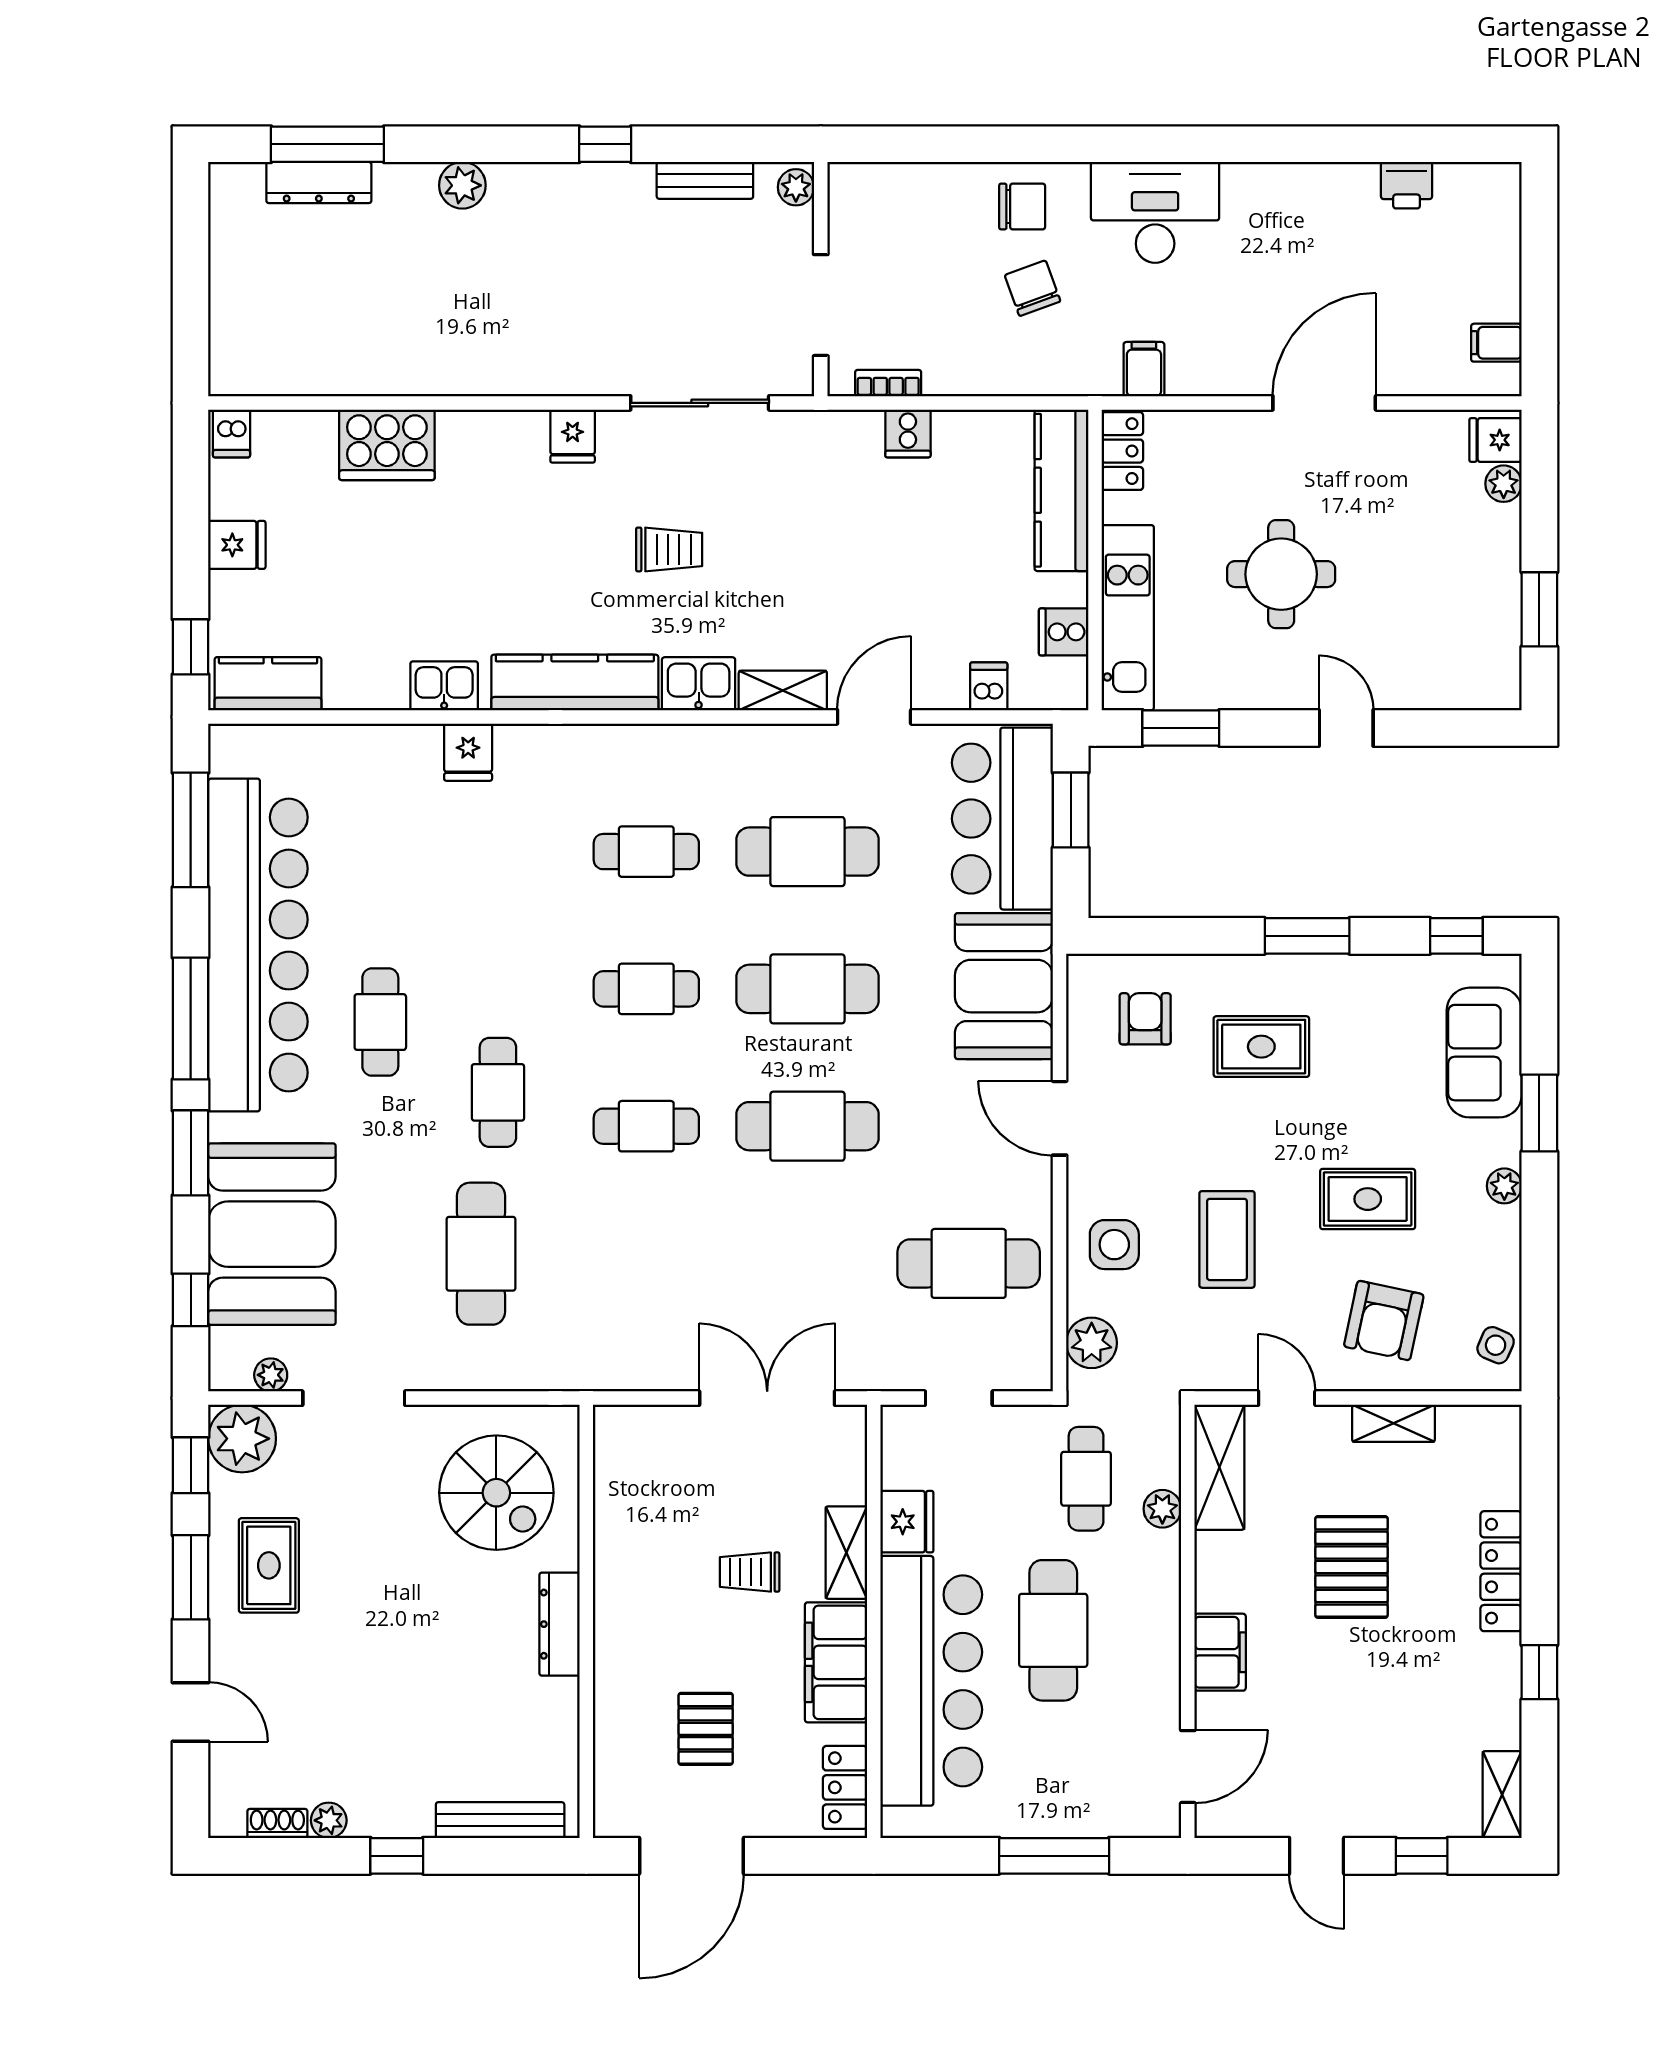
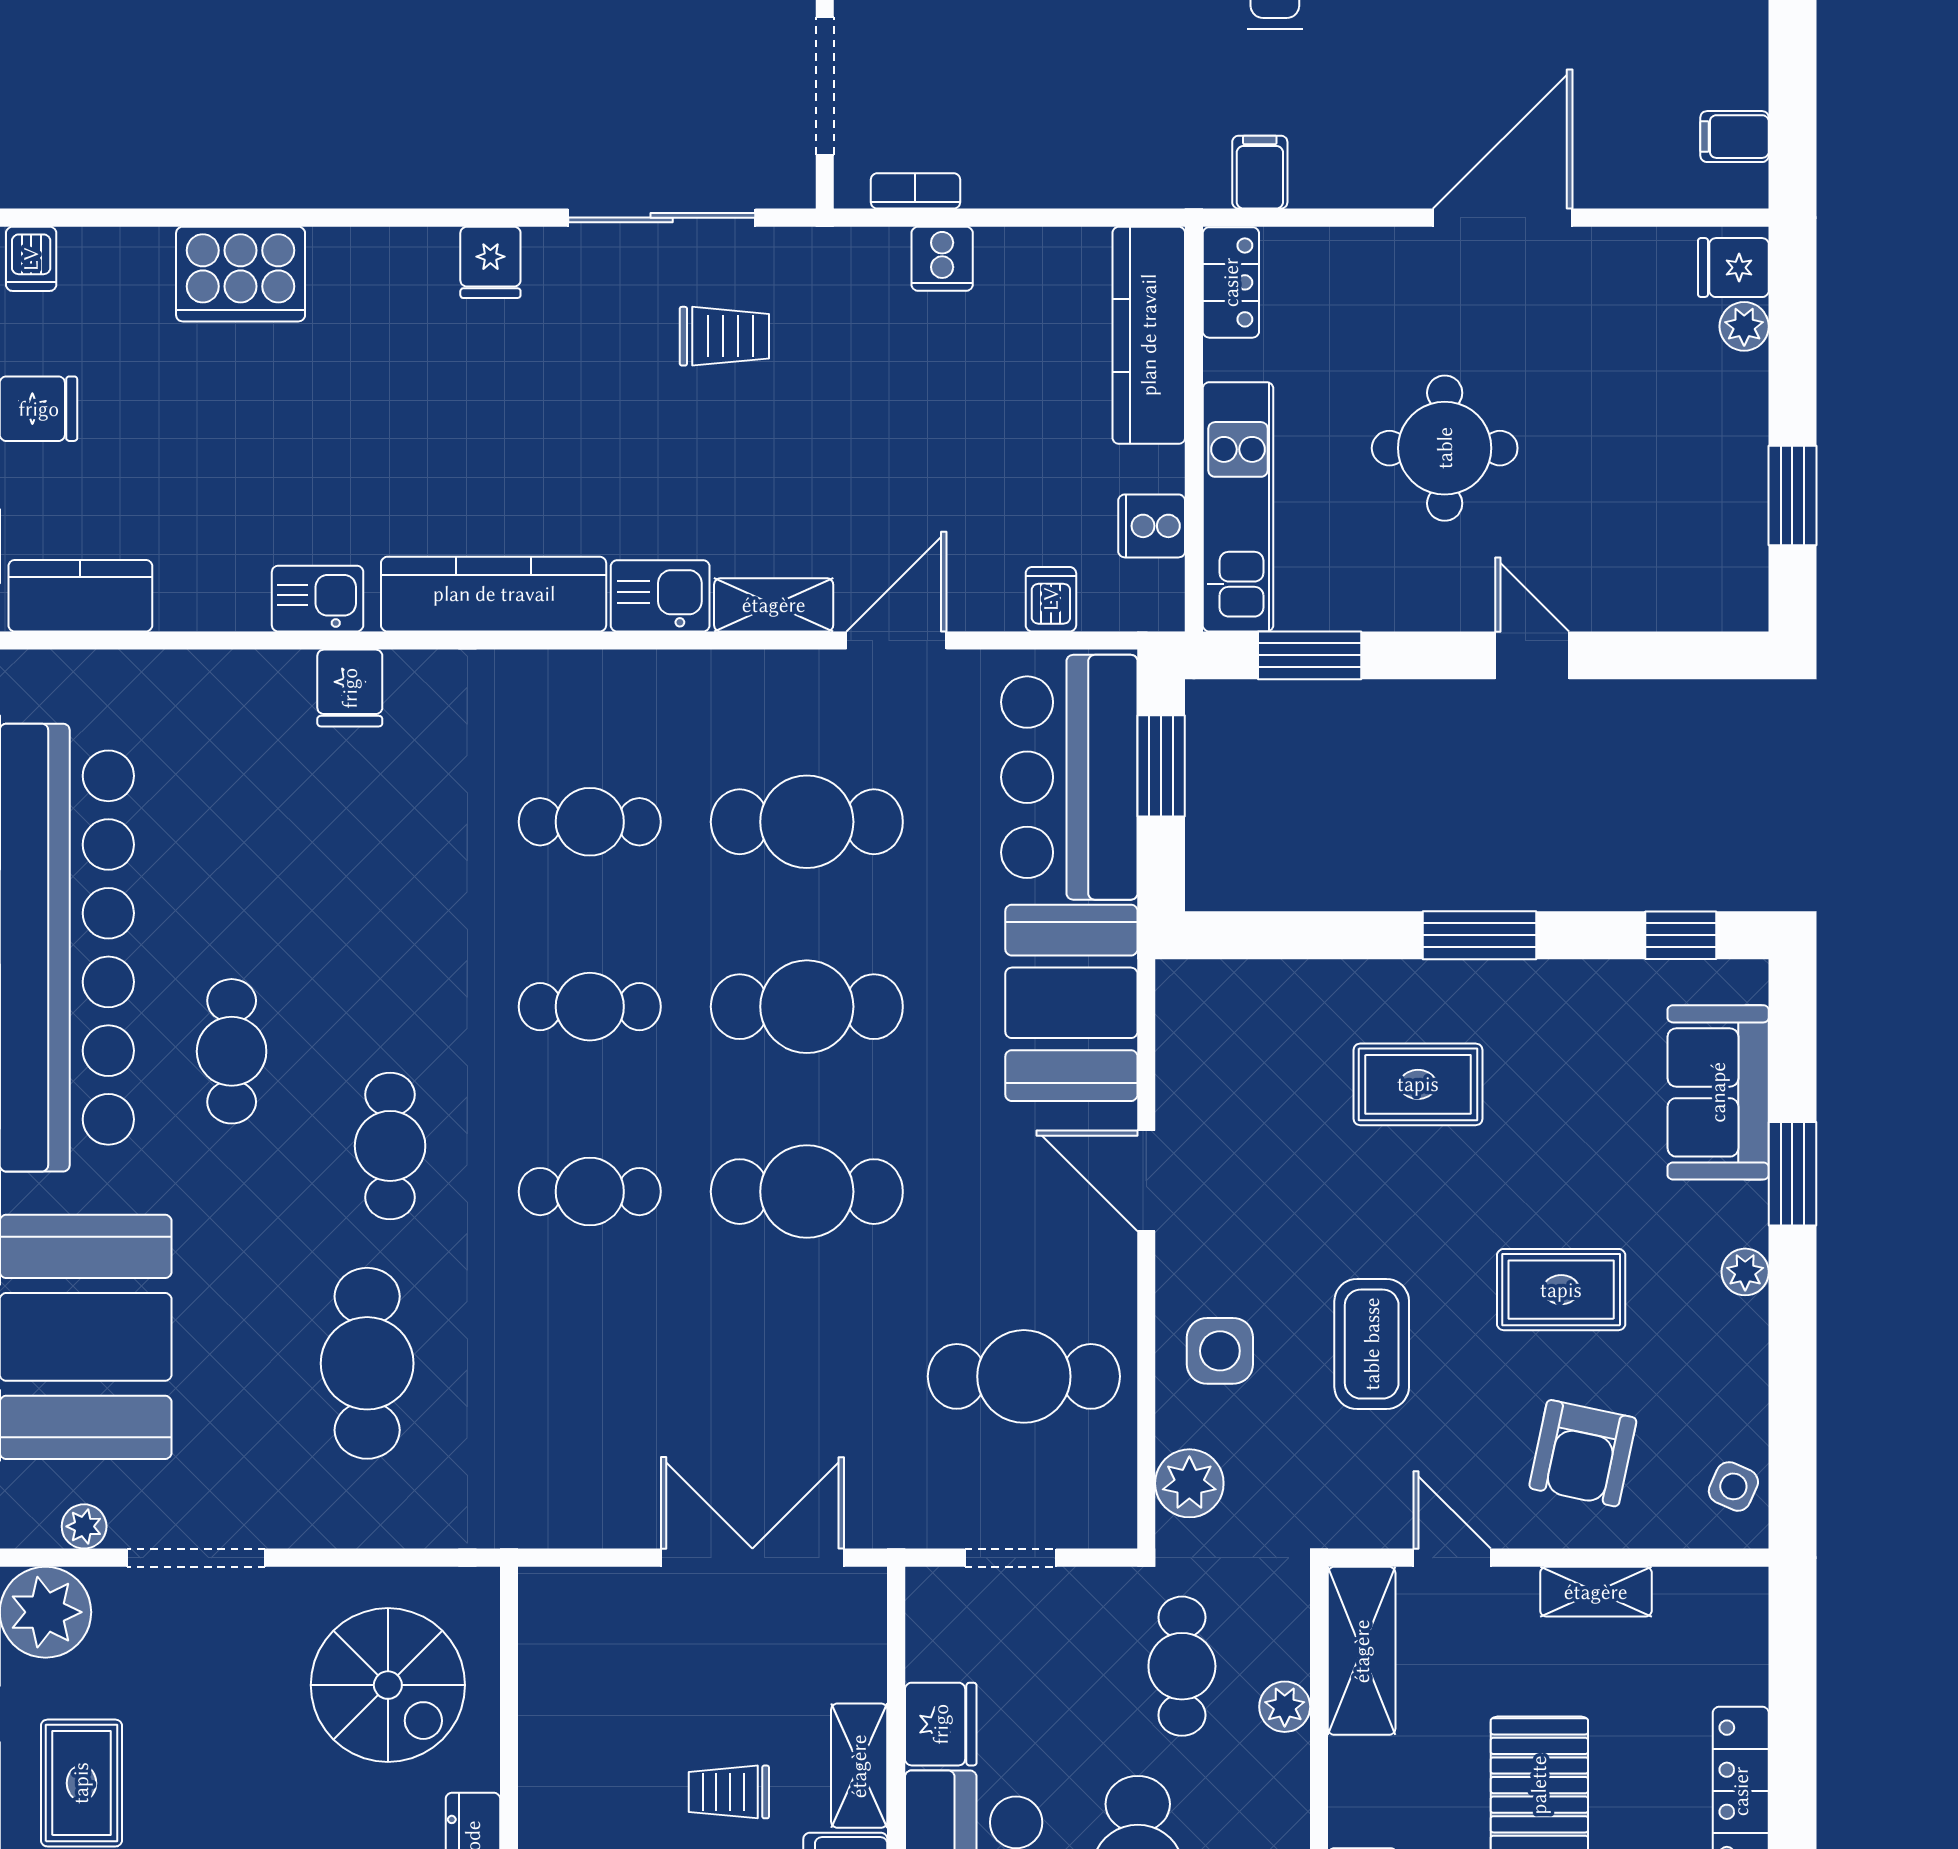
chair: (1033, 288) -> (1110, 63), removed
trolley: (669, 549) -> (724, 336), moved
armchair: (1145, 1019) -> (1261, 1047), removed

